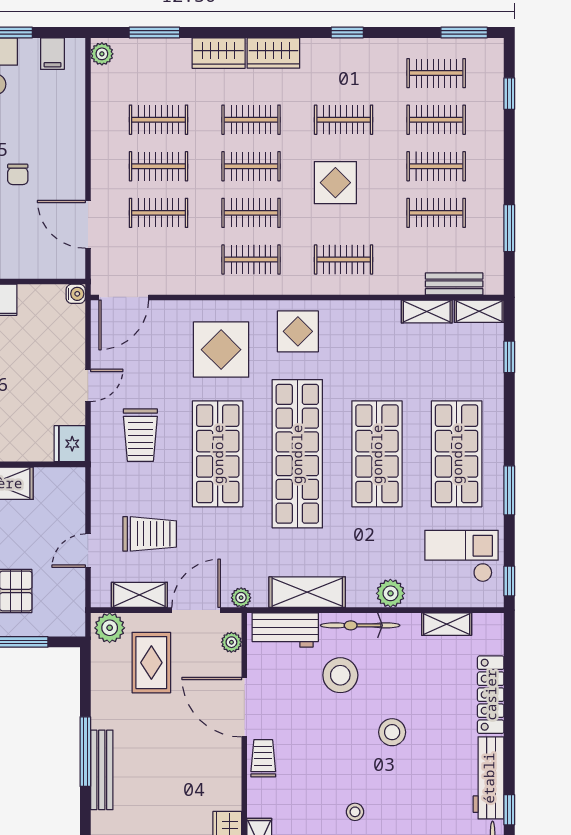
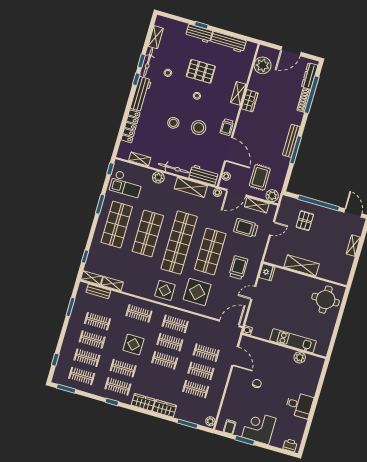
clothes rail: (251, 120) -> (118, 386), moved
stool: (340, 675) -> (199, 128), moved

